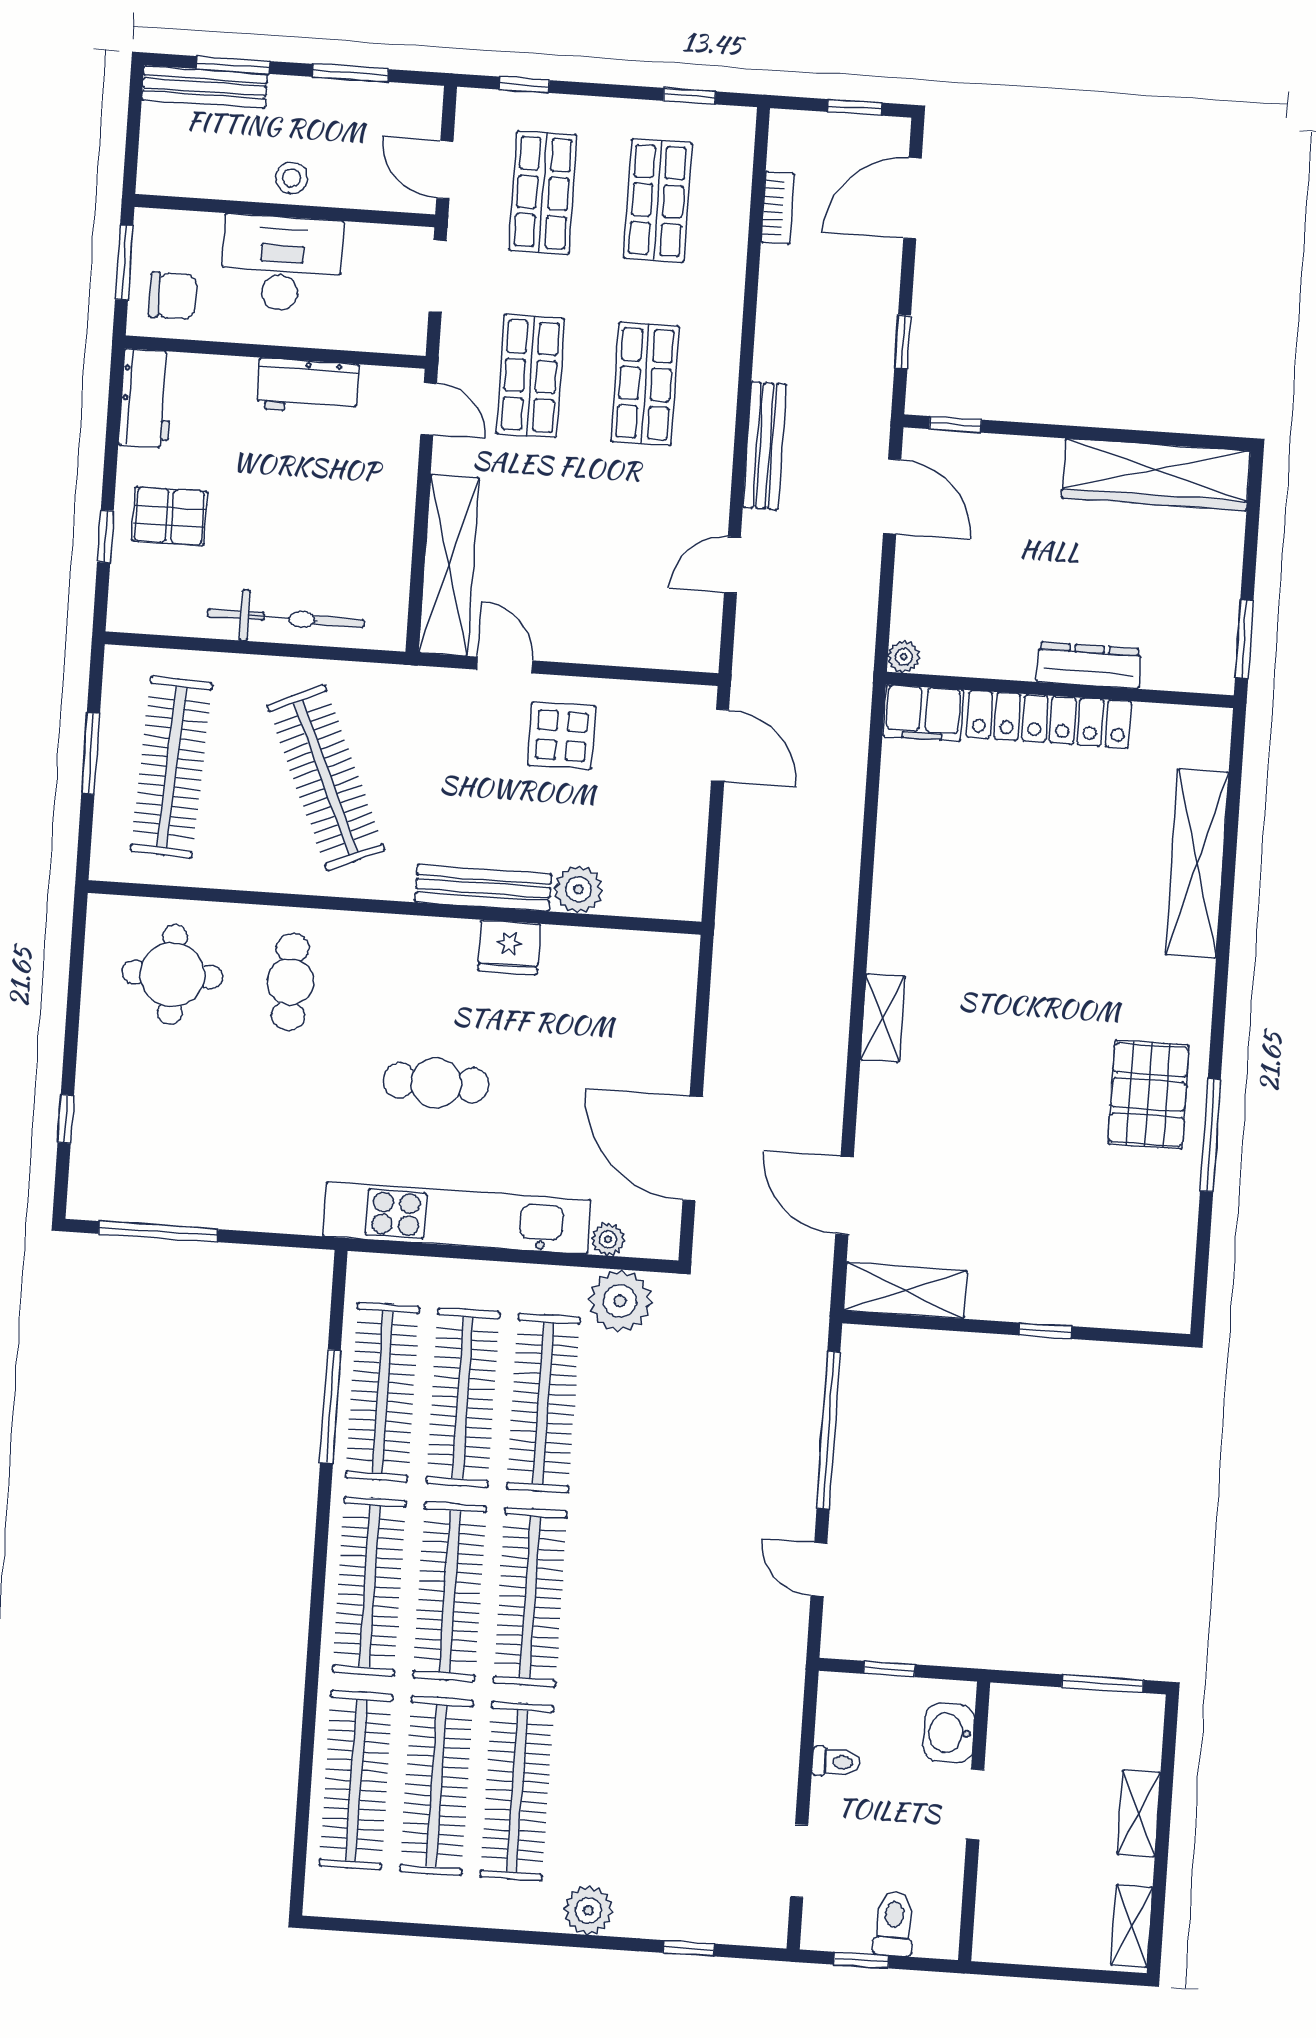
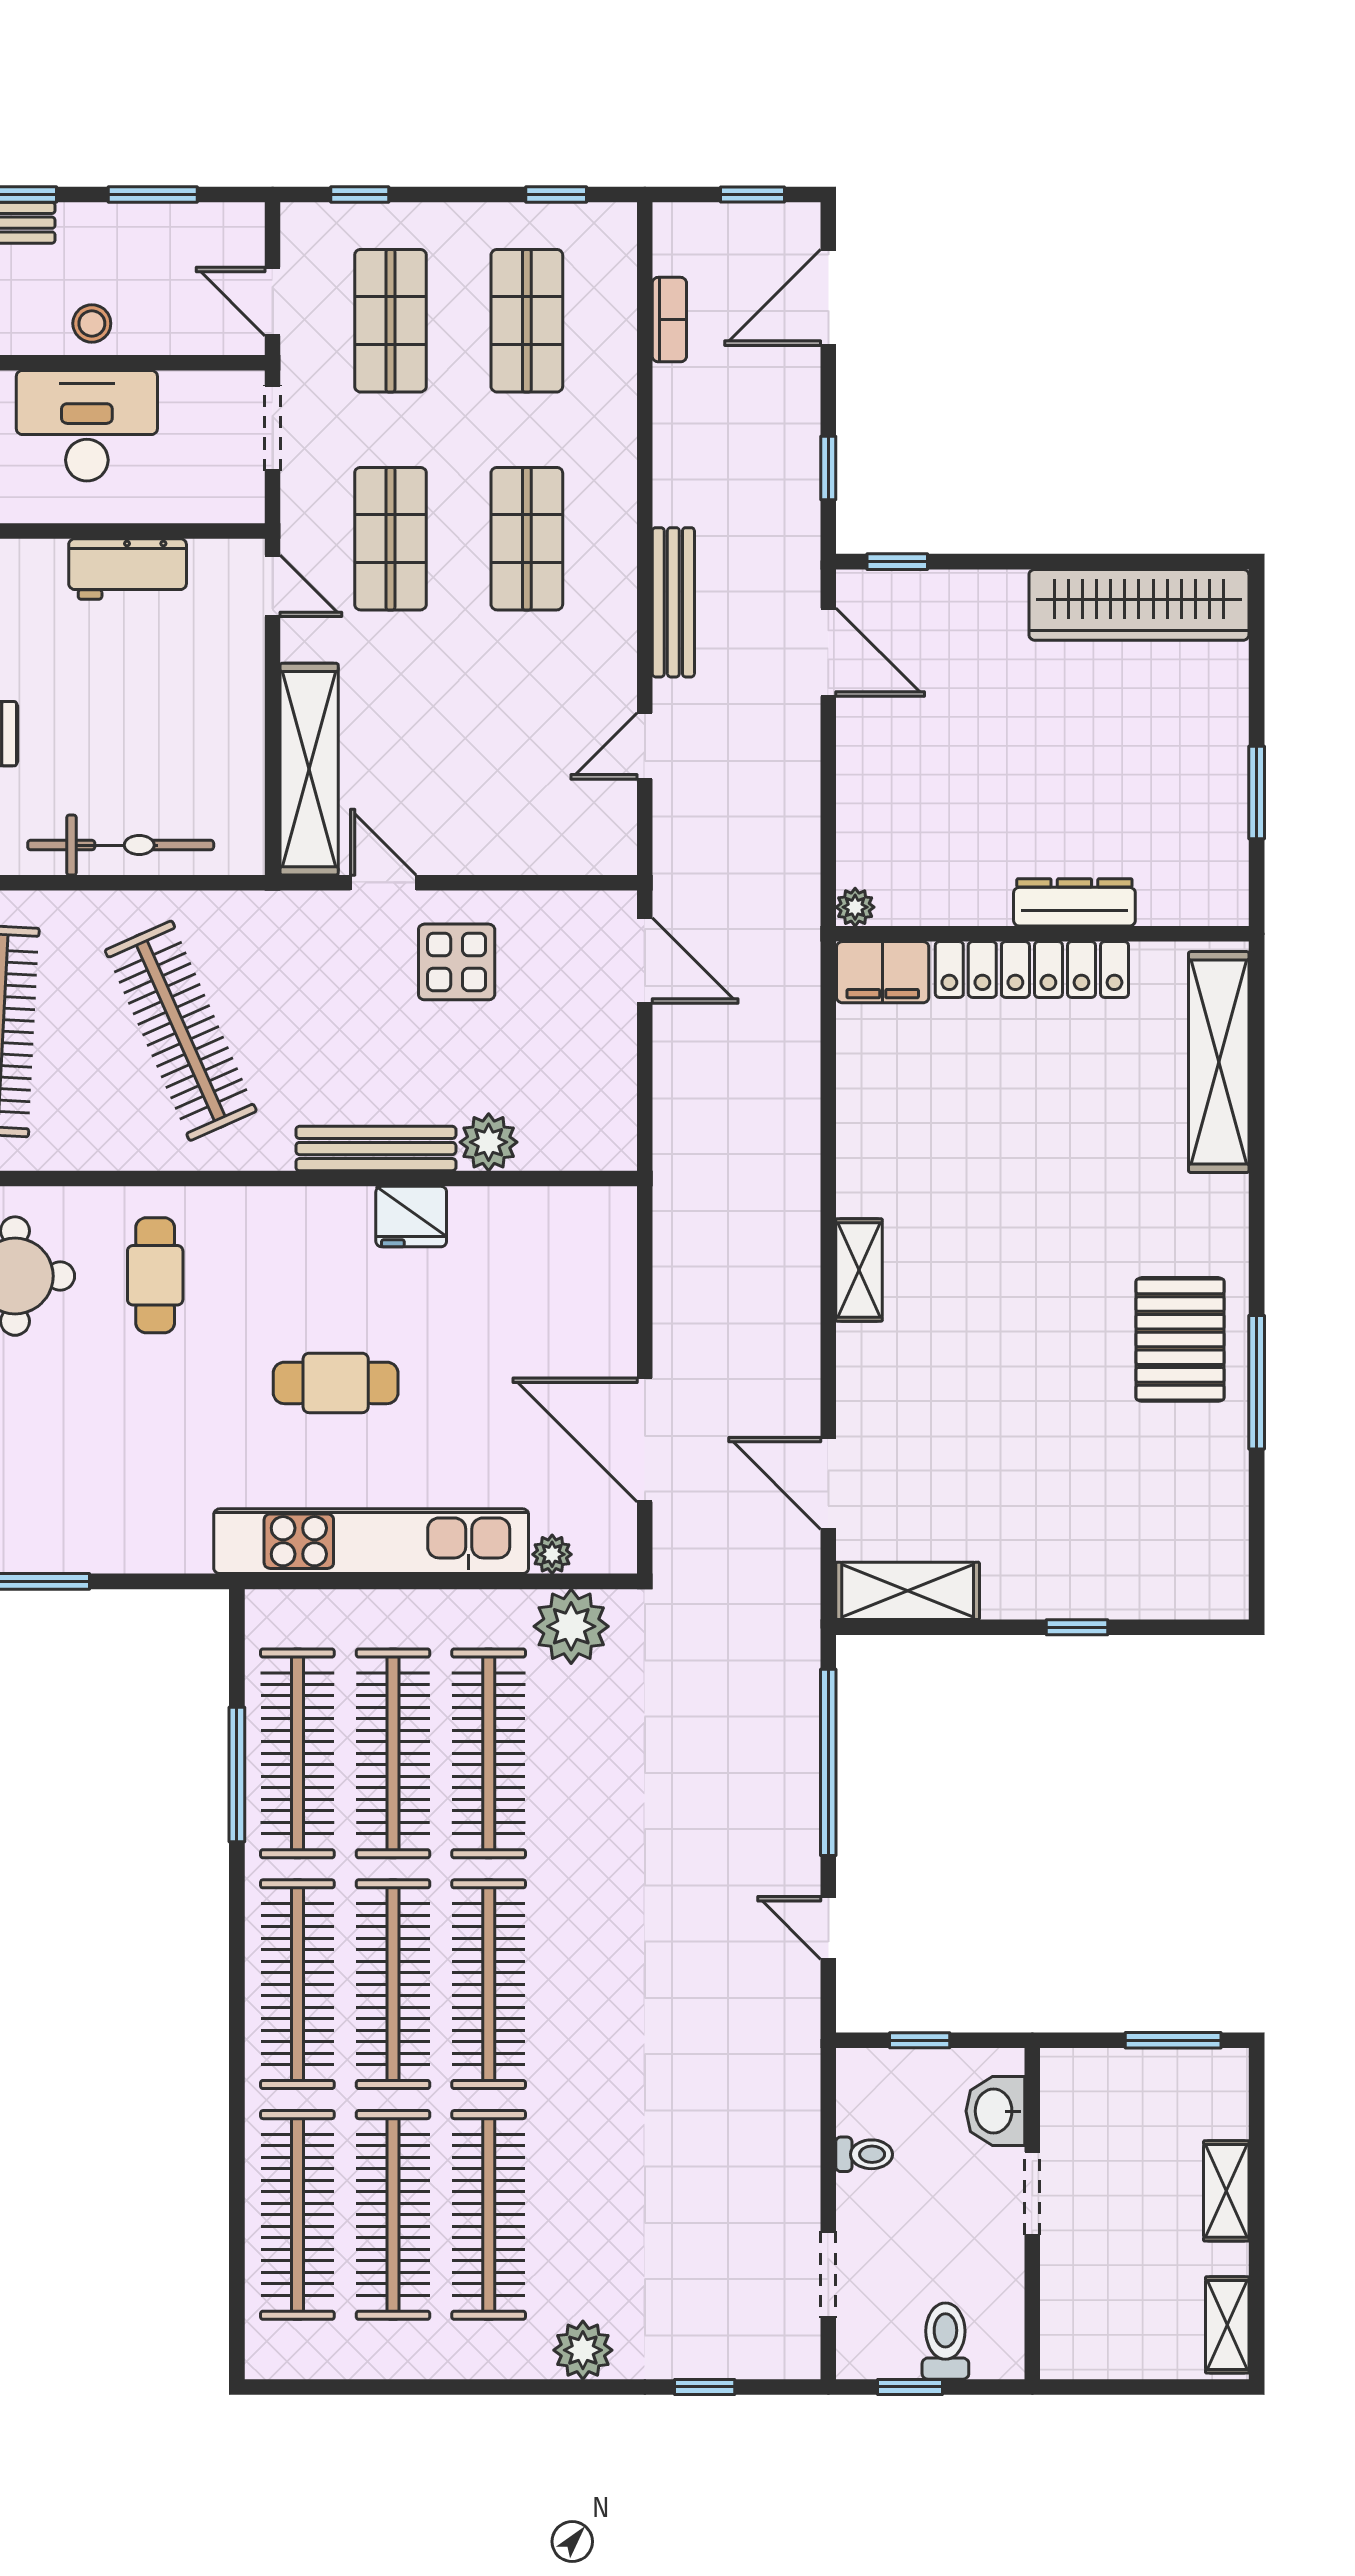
plant: (904, 657) -> (855, 907), moved
dresser: (1089, 665) -> (1074, 902), moved
wall: (1060, 690) -> (1042, 934), moved
filing cabinet: (923, 713) -> (883, 972), moved
locker: (1049, 719) -> (1032, 969), moved

